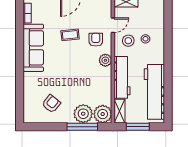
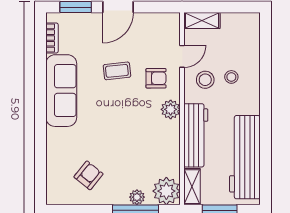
armchair: (96, 40) -> (156, 78), turned 90
plant: (83, 114) -> (137, 197), width x0.53, depth x0.53

